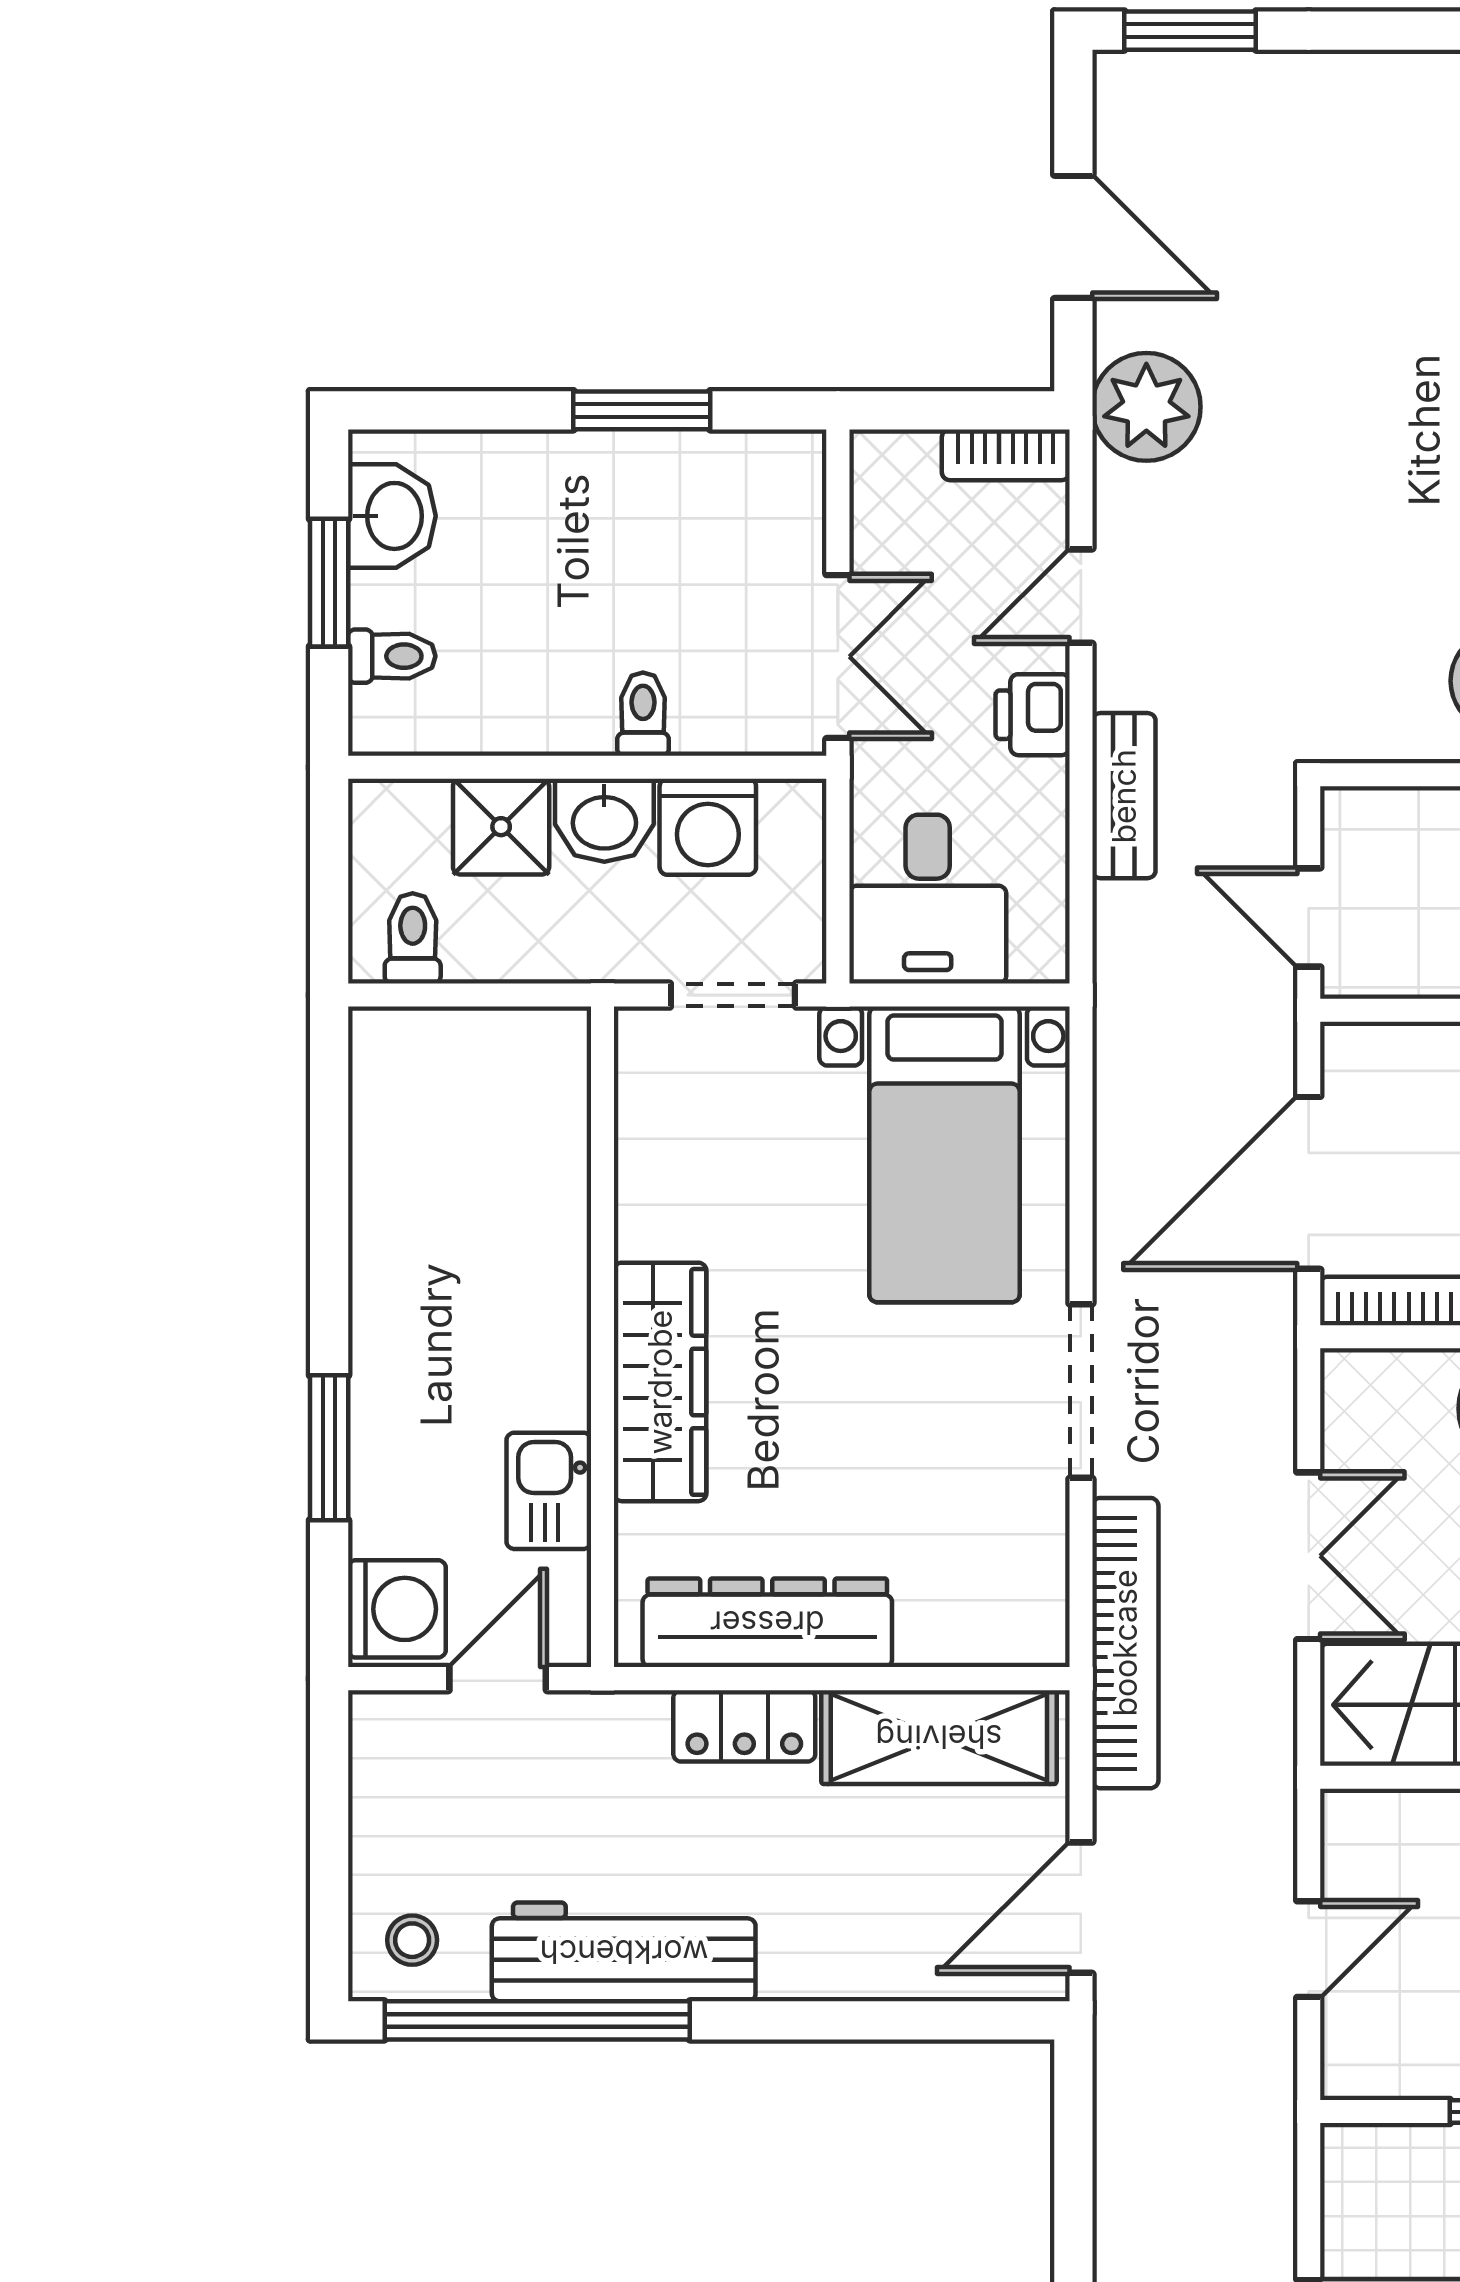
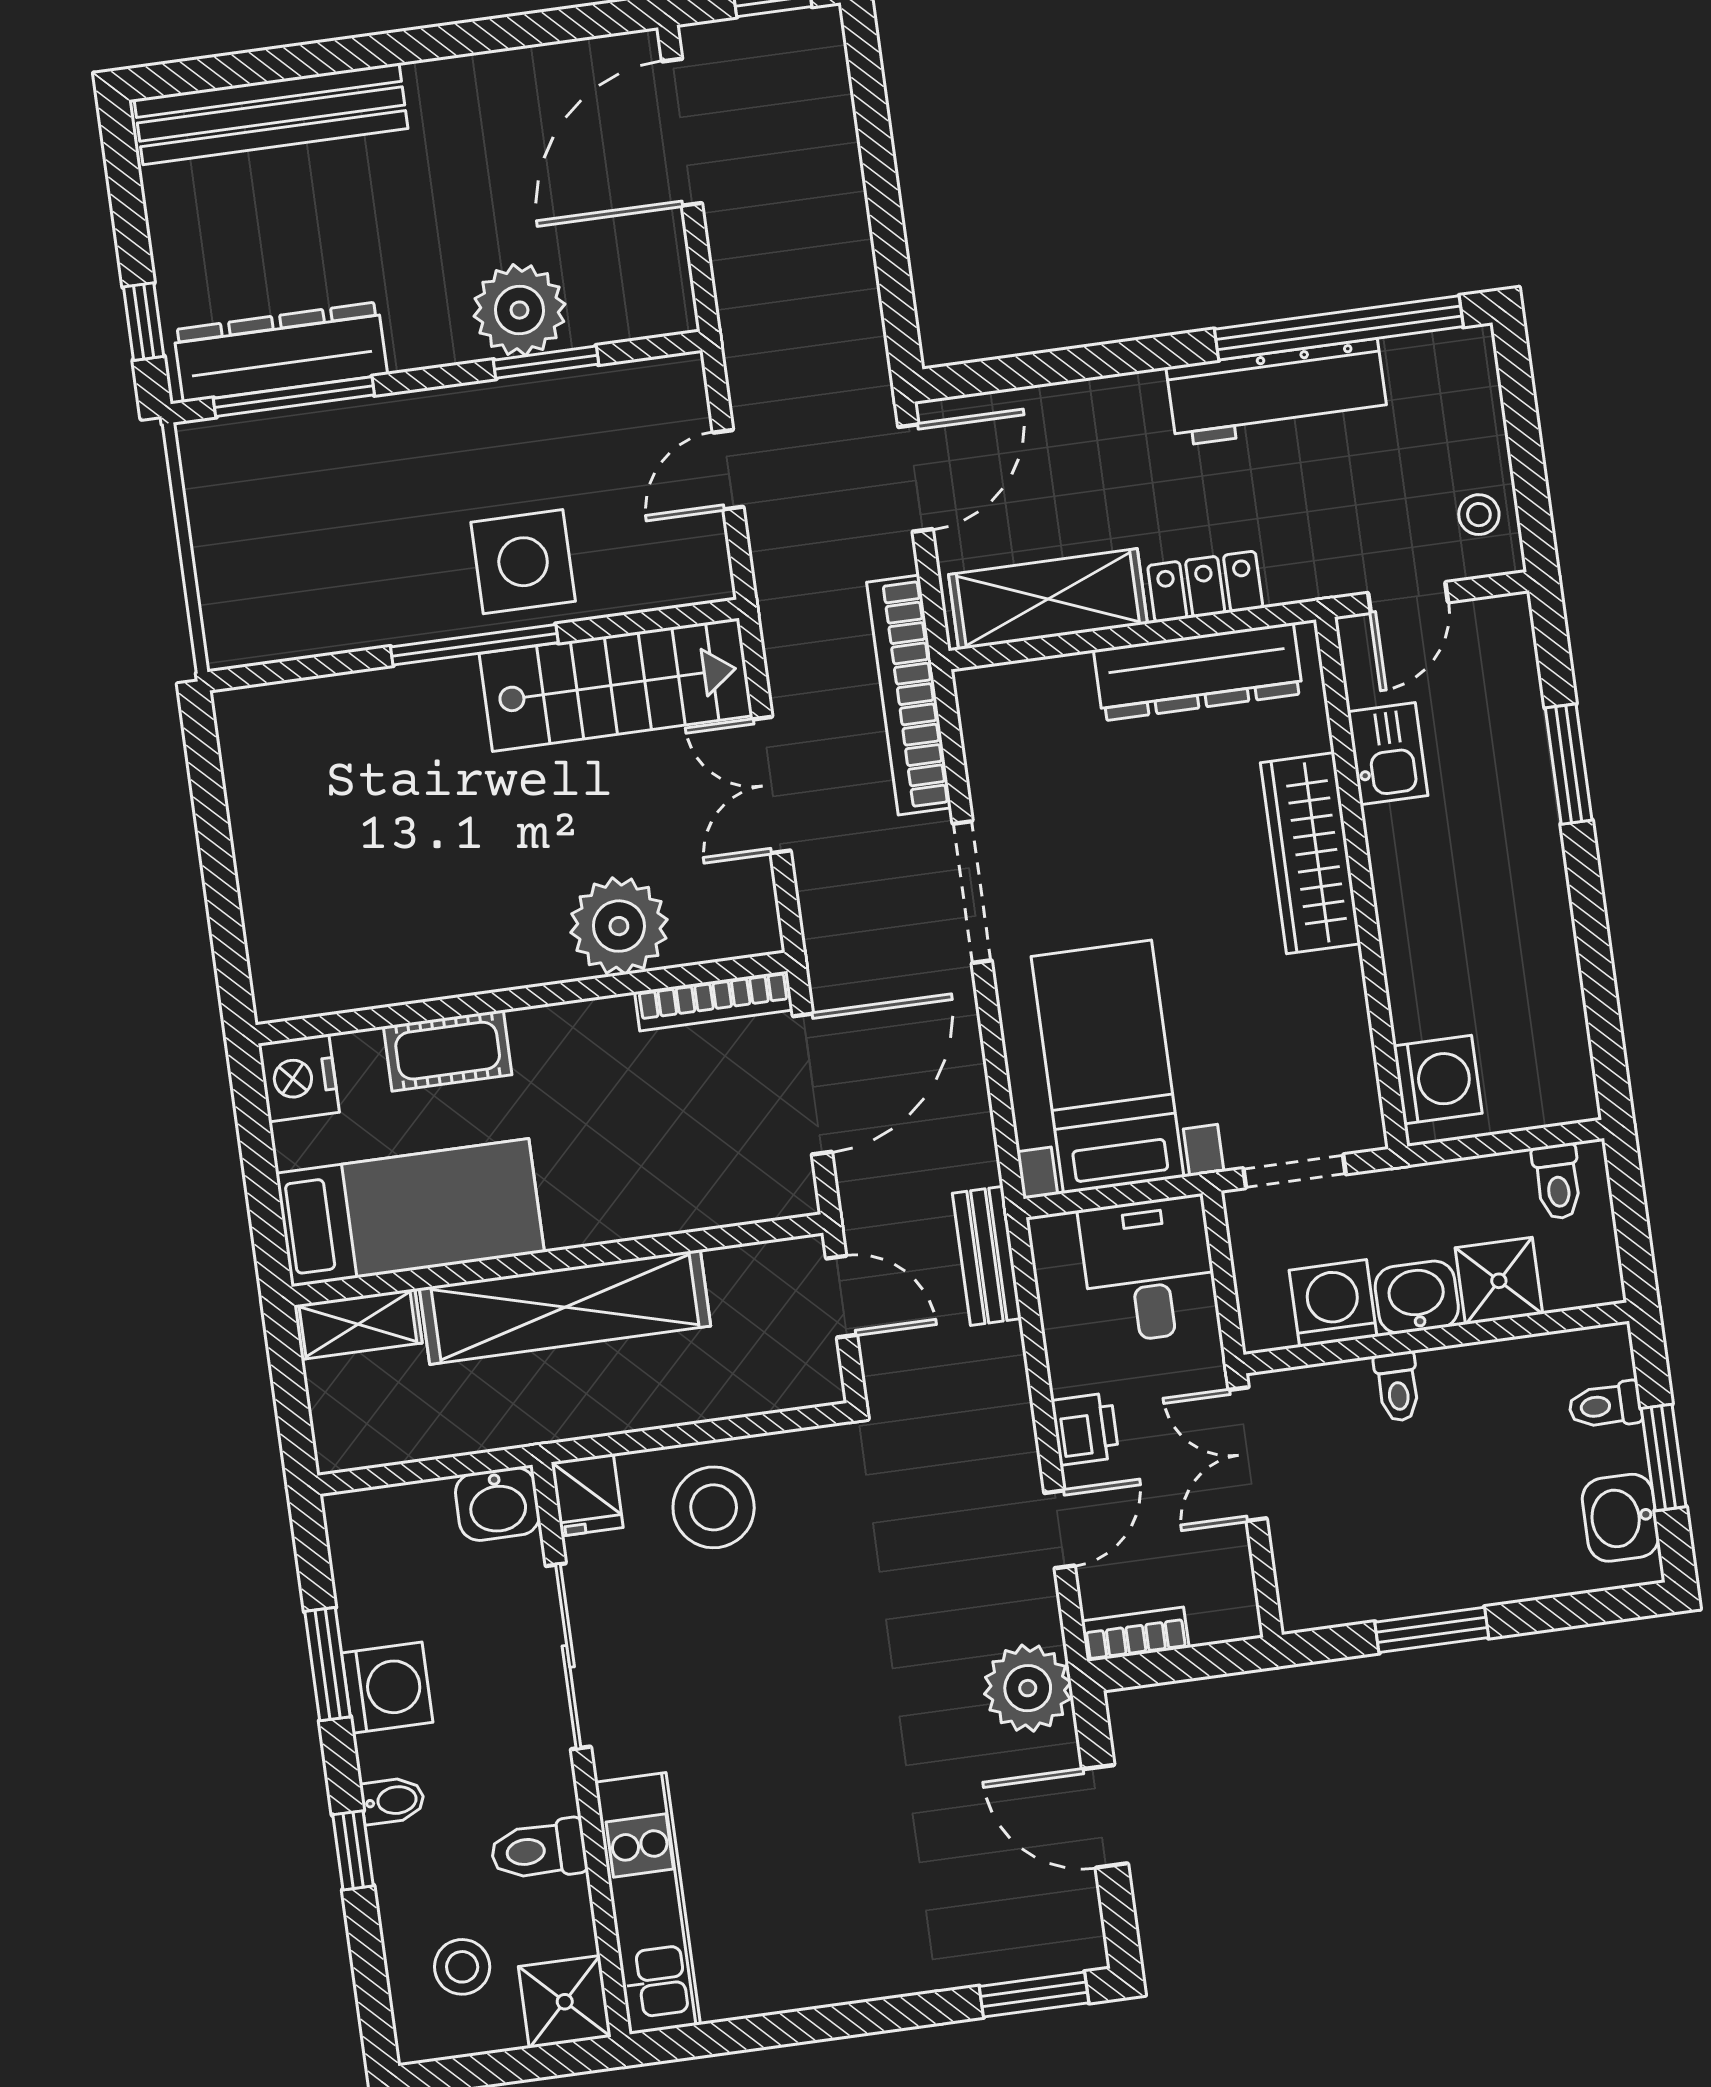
bench: (1124, 796) -> (987, 1256), moved
washing machine: (397, 1609) -> (1438, 1080), moved, turned 180
stool: (412, 1940) -> (1479, 515), moved

